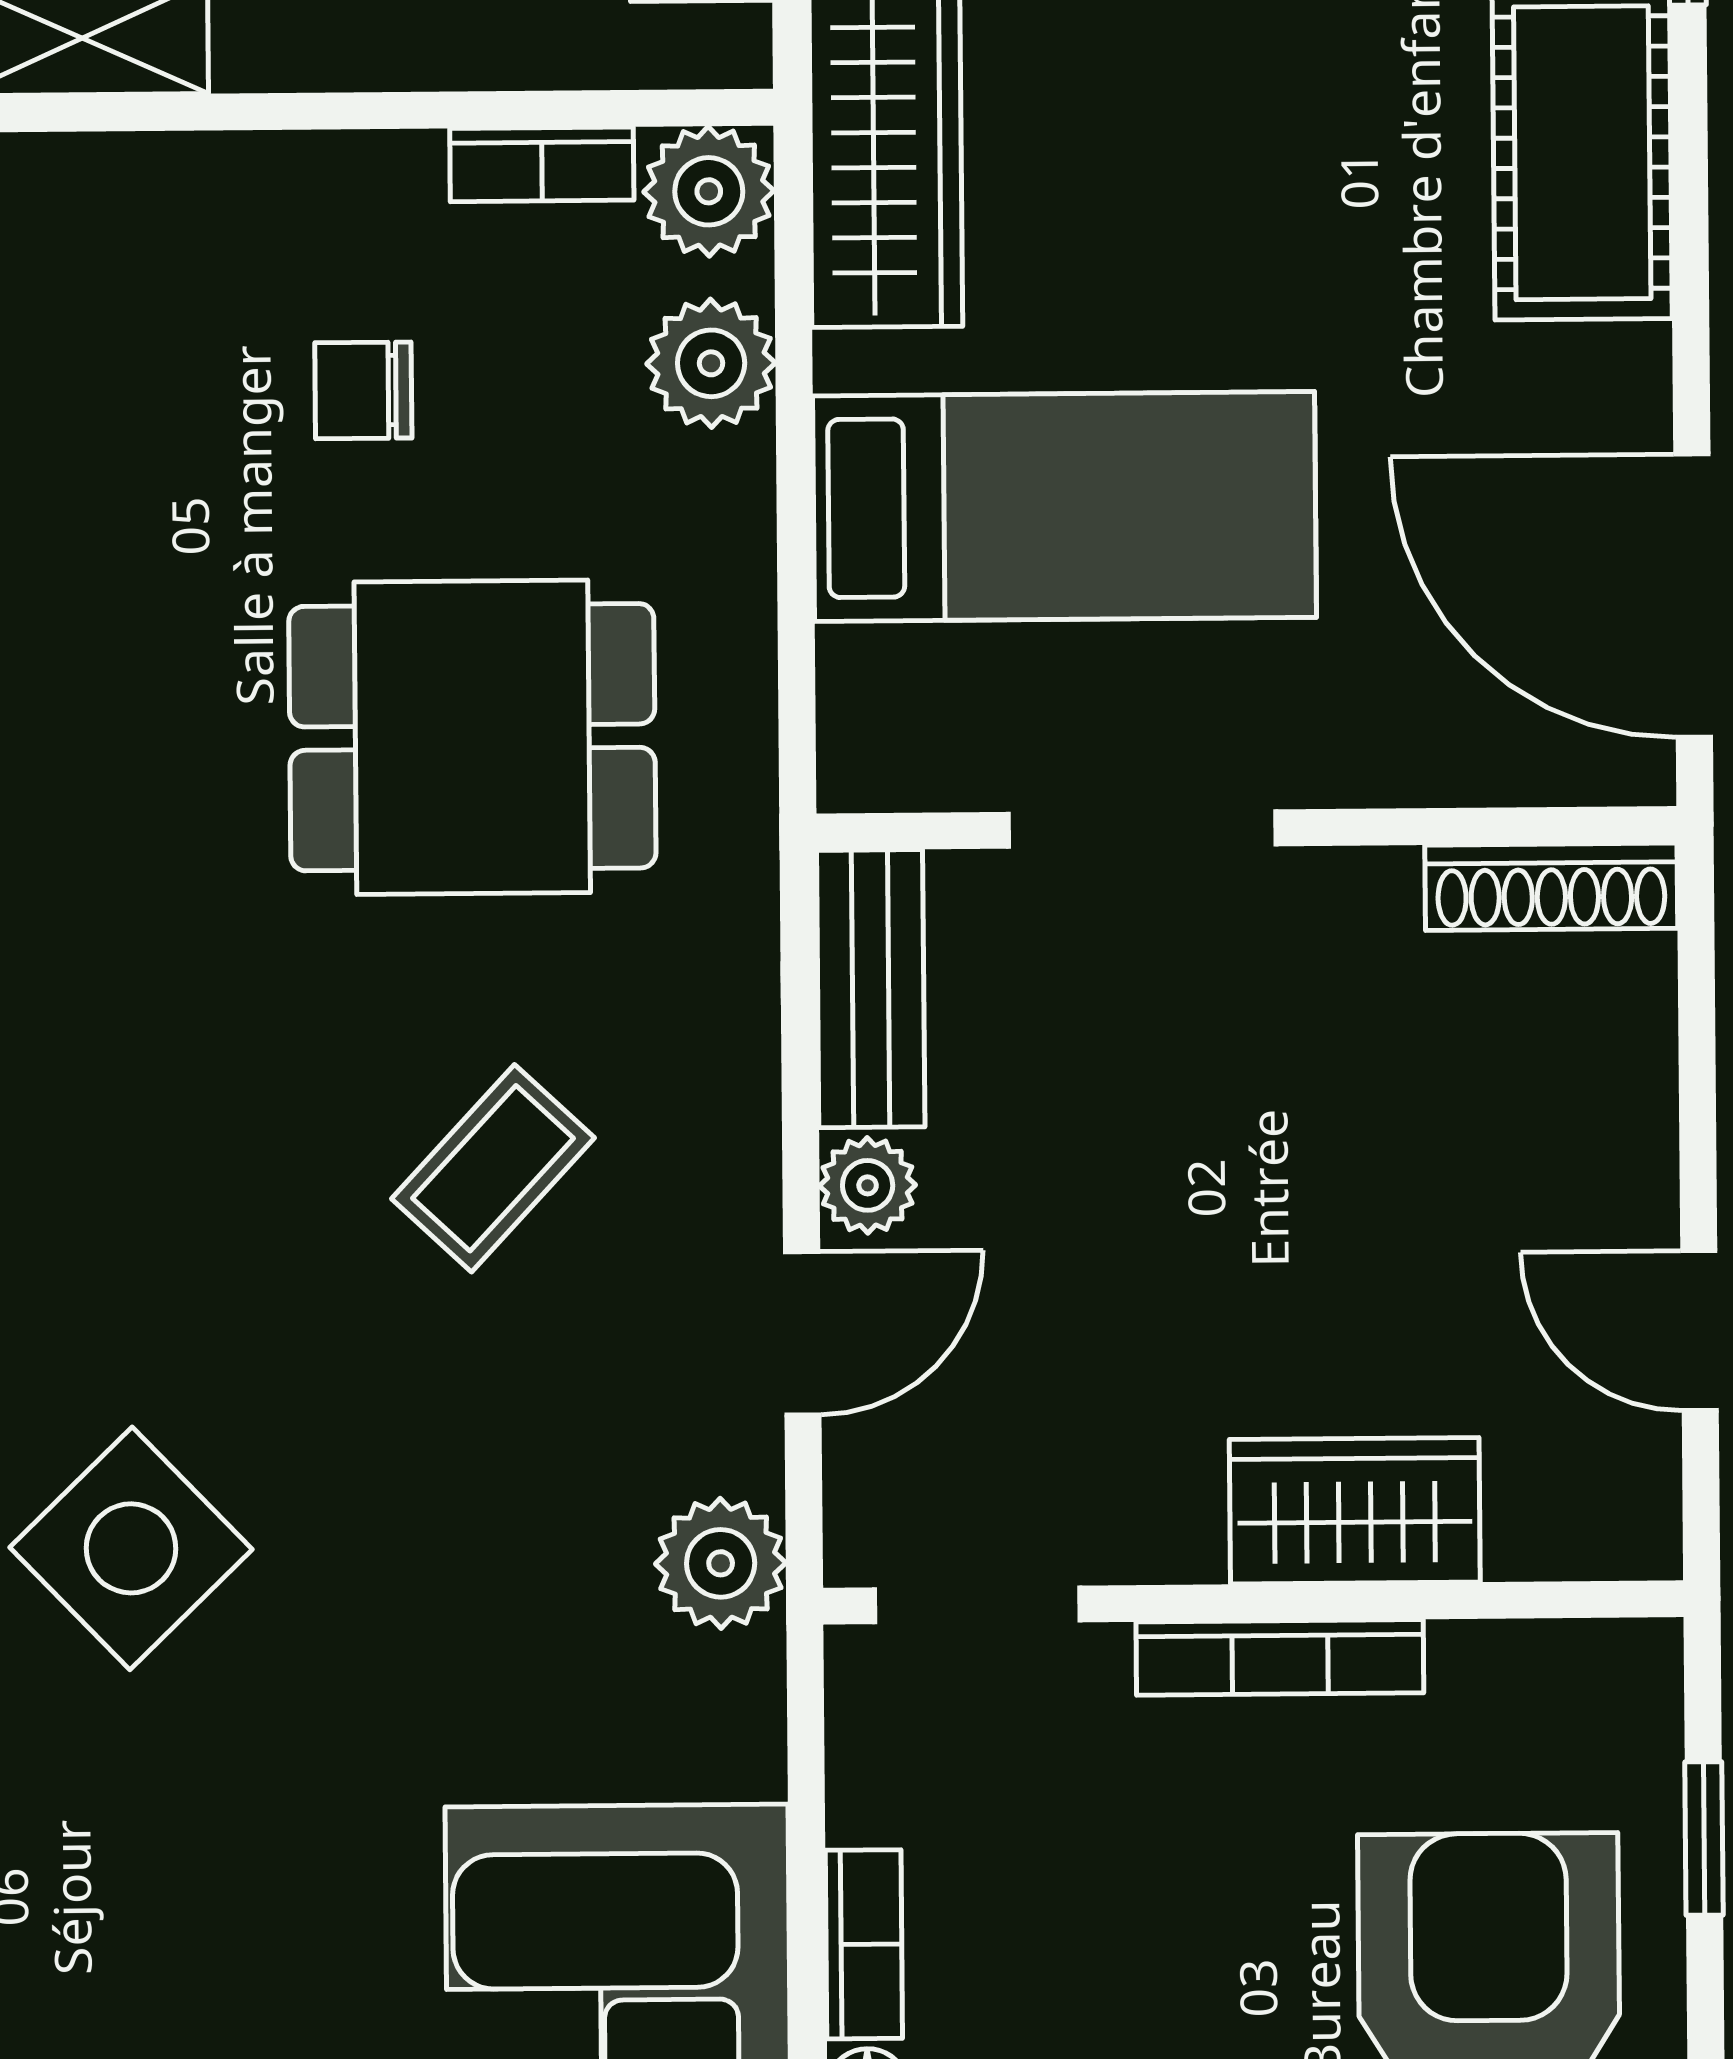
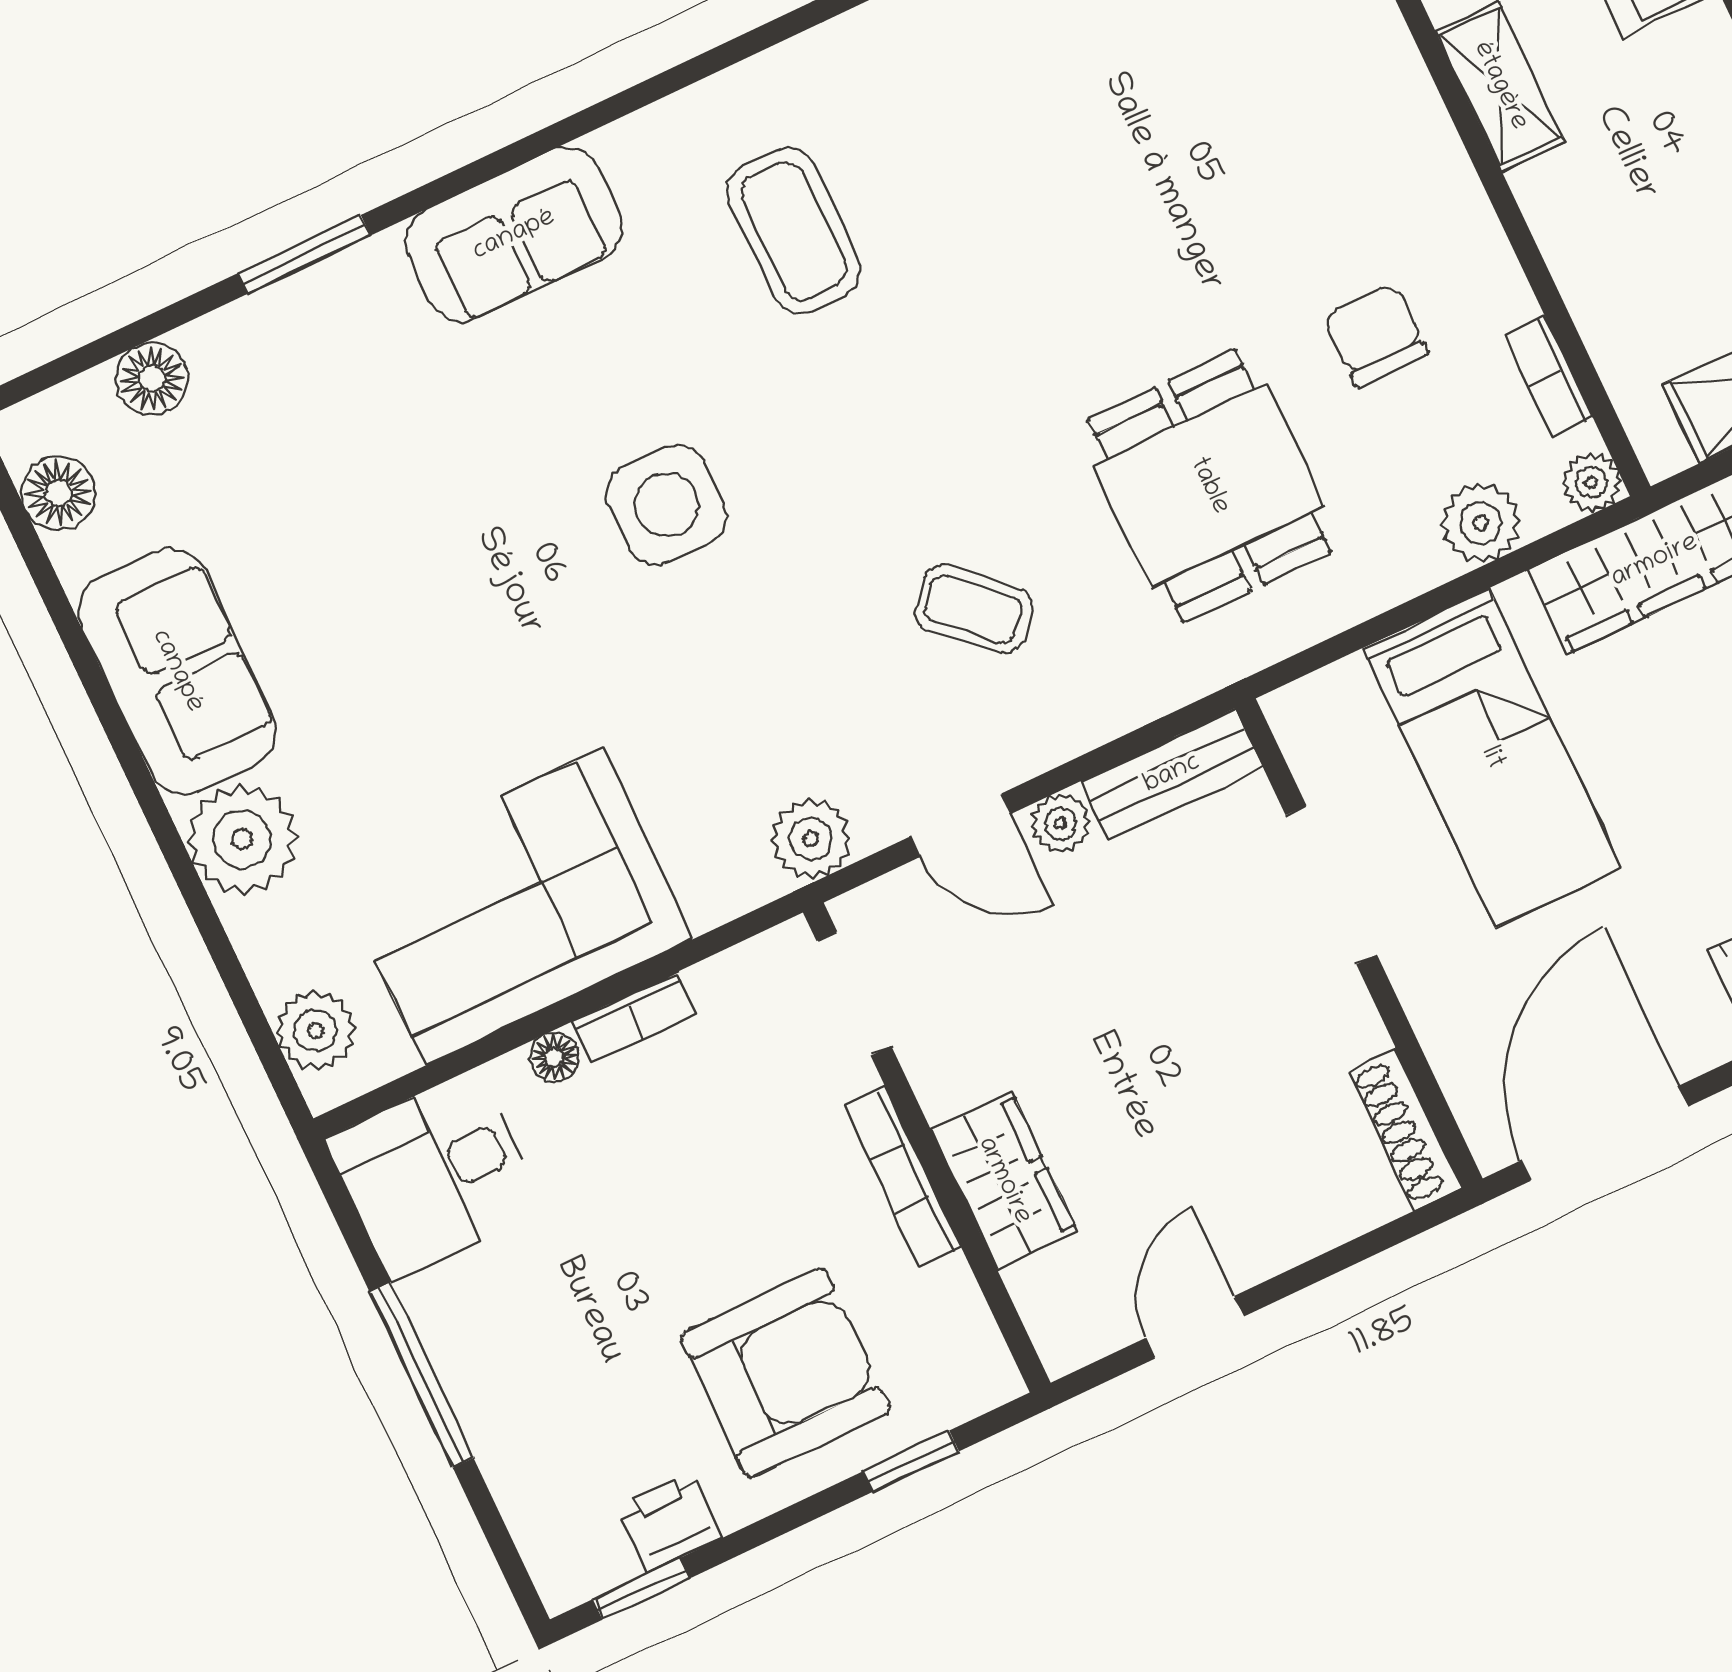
plant: (709, 191) -> (1591, 482), width x0.73, depth x0.73
chair: (363, 390) -> (1375, 335), width x1.37, depth x1.37
side table: (131, 1548) -> (666, 505), turned 45

